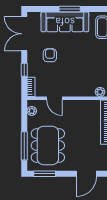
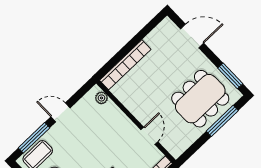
plant: (32, 111) -> (182, 146), removed

